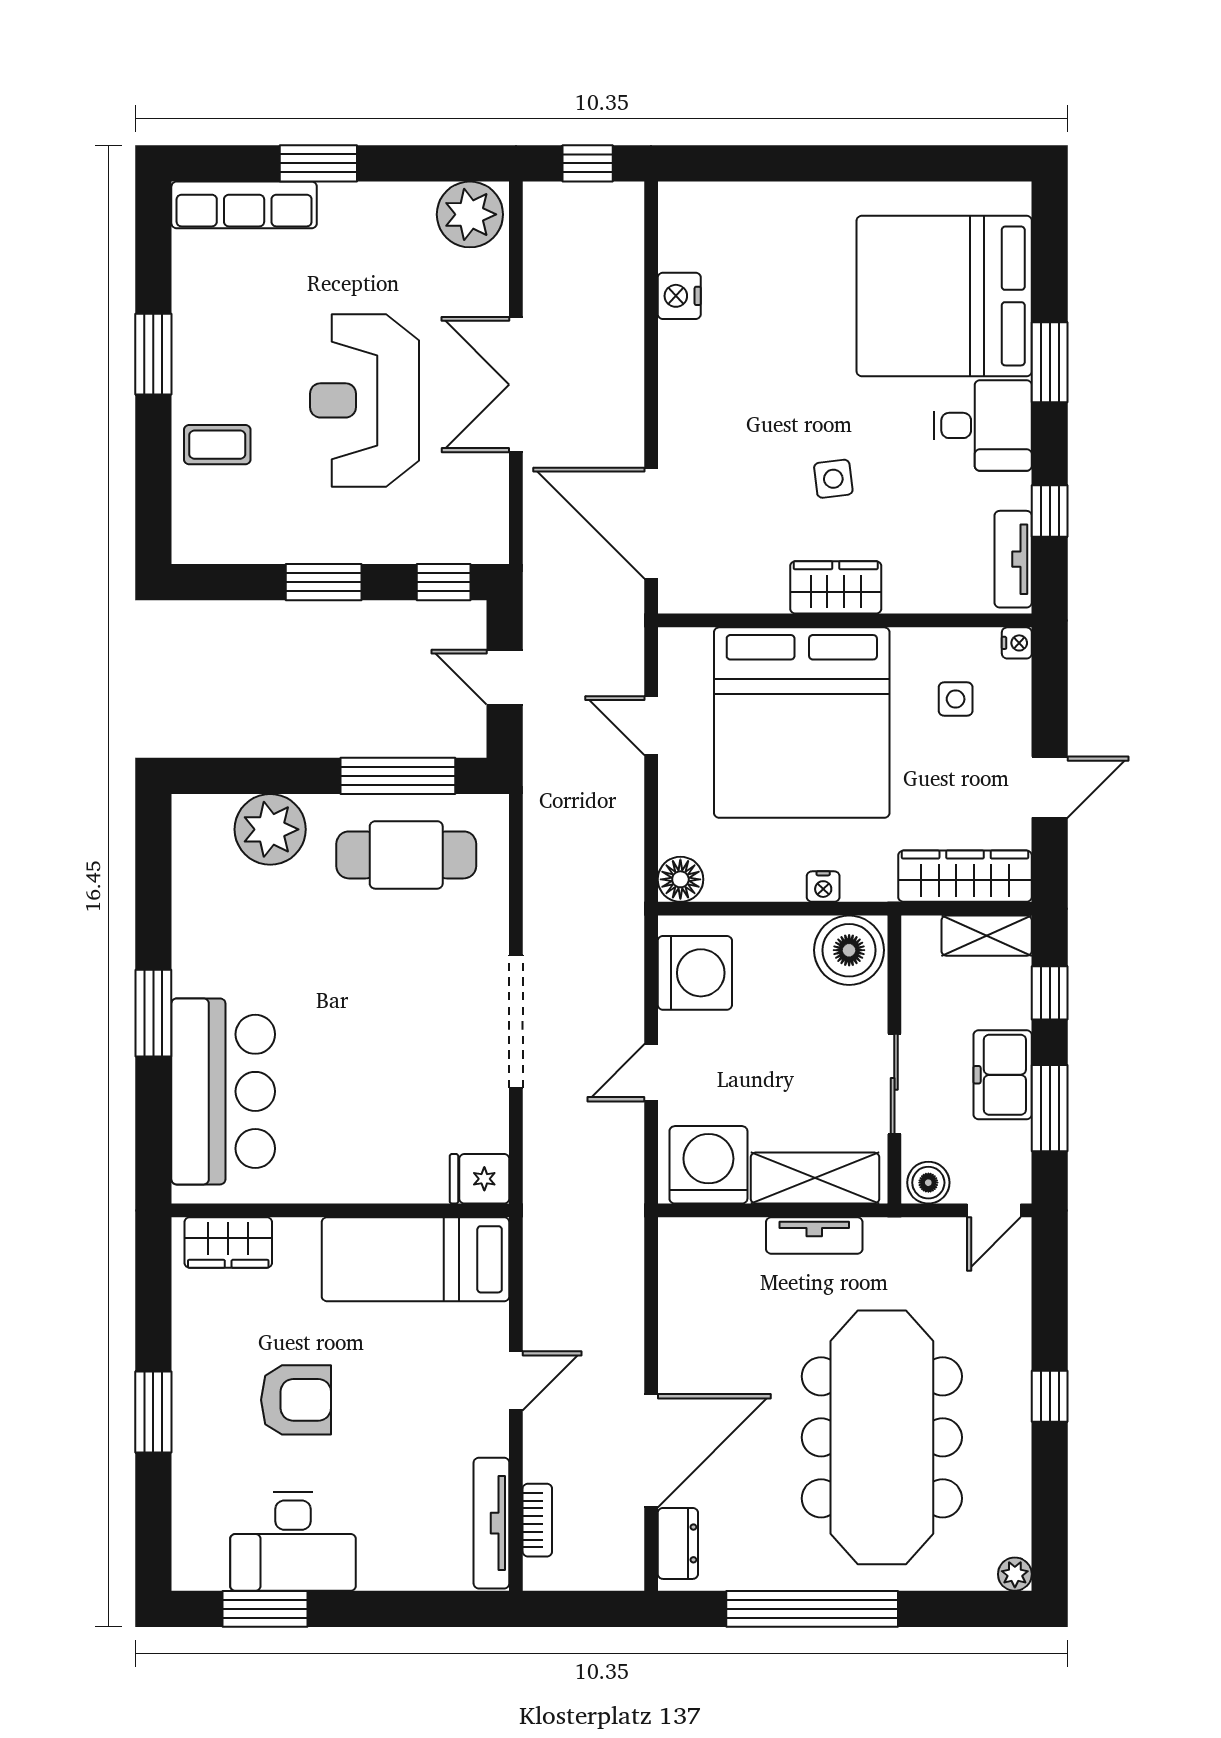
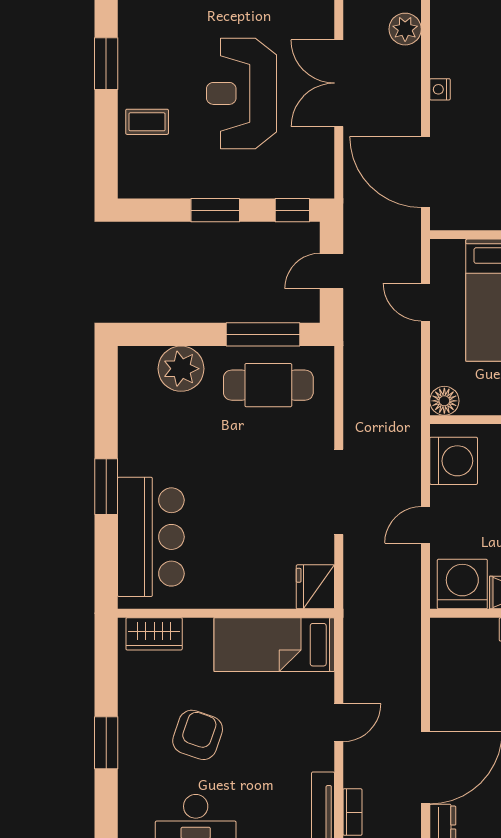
nightstand: (679, 296) -> (440, 89), moved, width x0.72, depth x0.74
plant: (619, 300) -> (405, 29), added
door: (505, 677) -> (332, 271), hinge flipped
fridge: (480, 1179) -> (315, 587), width x1.38
armchair: (296, 1400) -> (198, 735), turned -71

